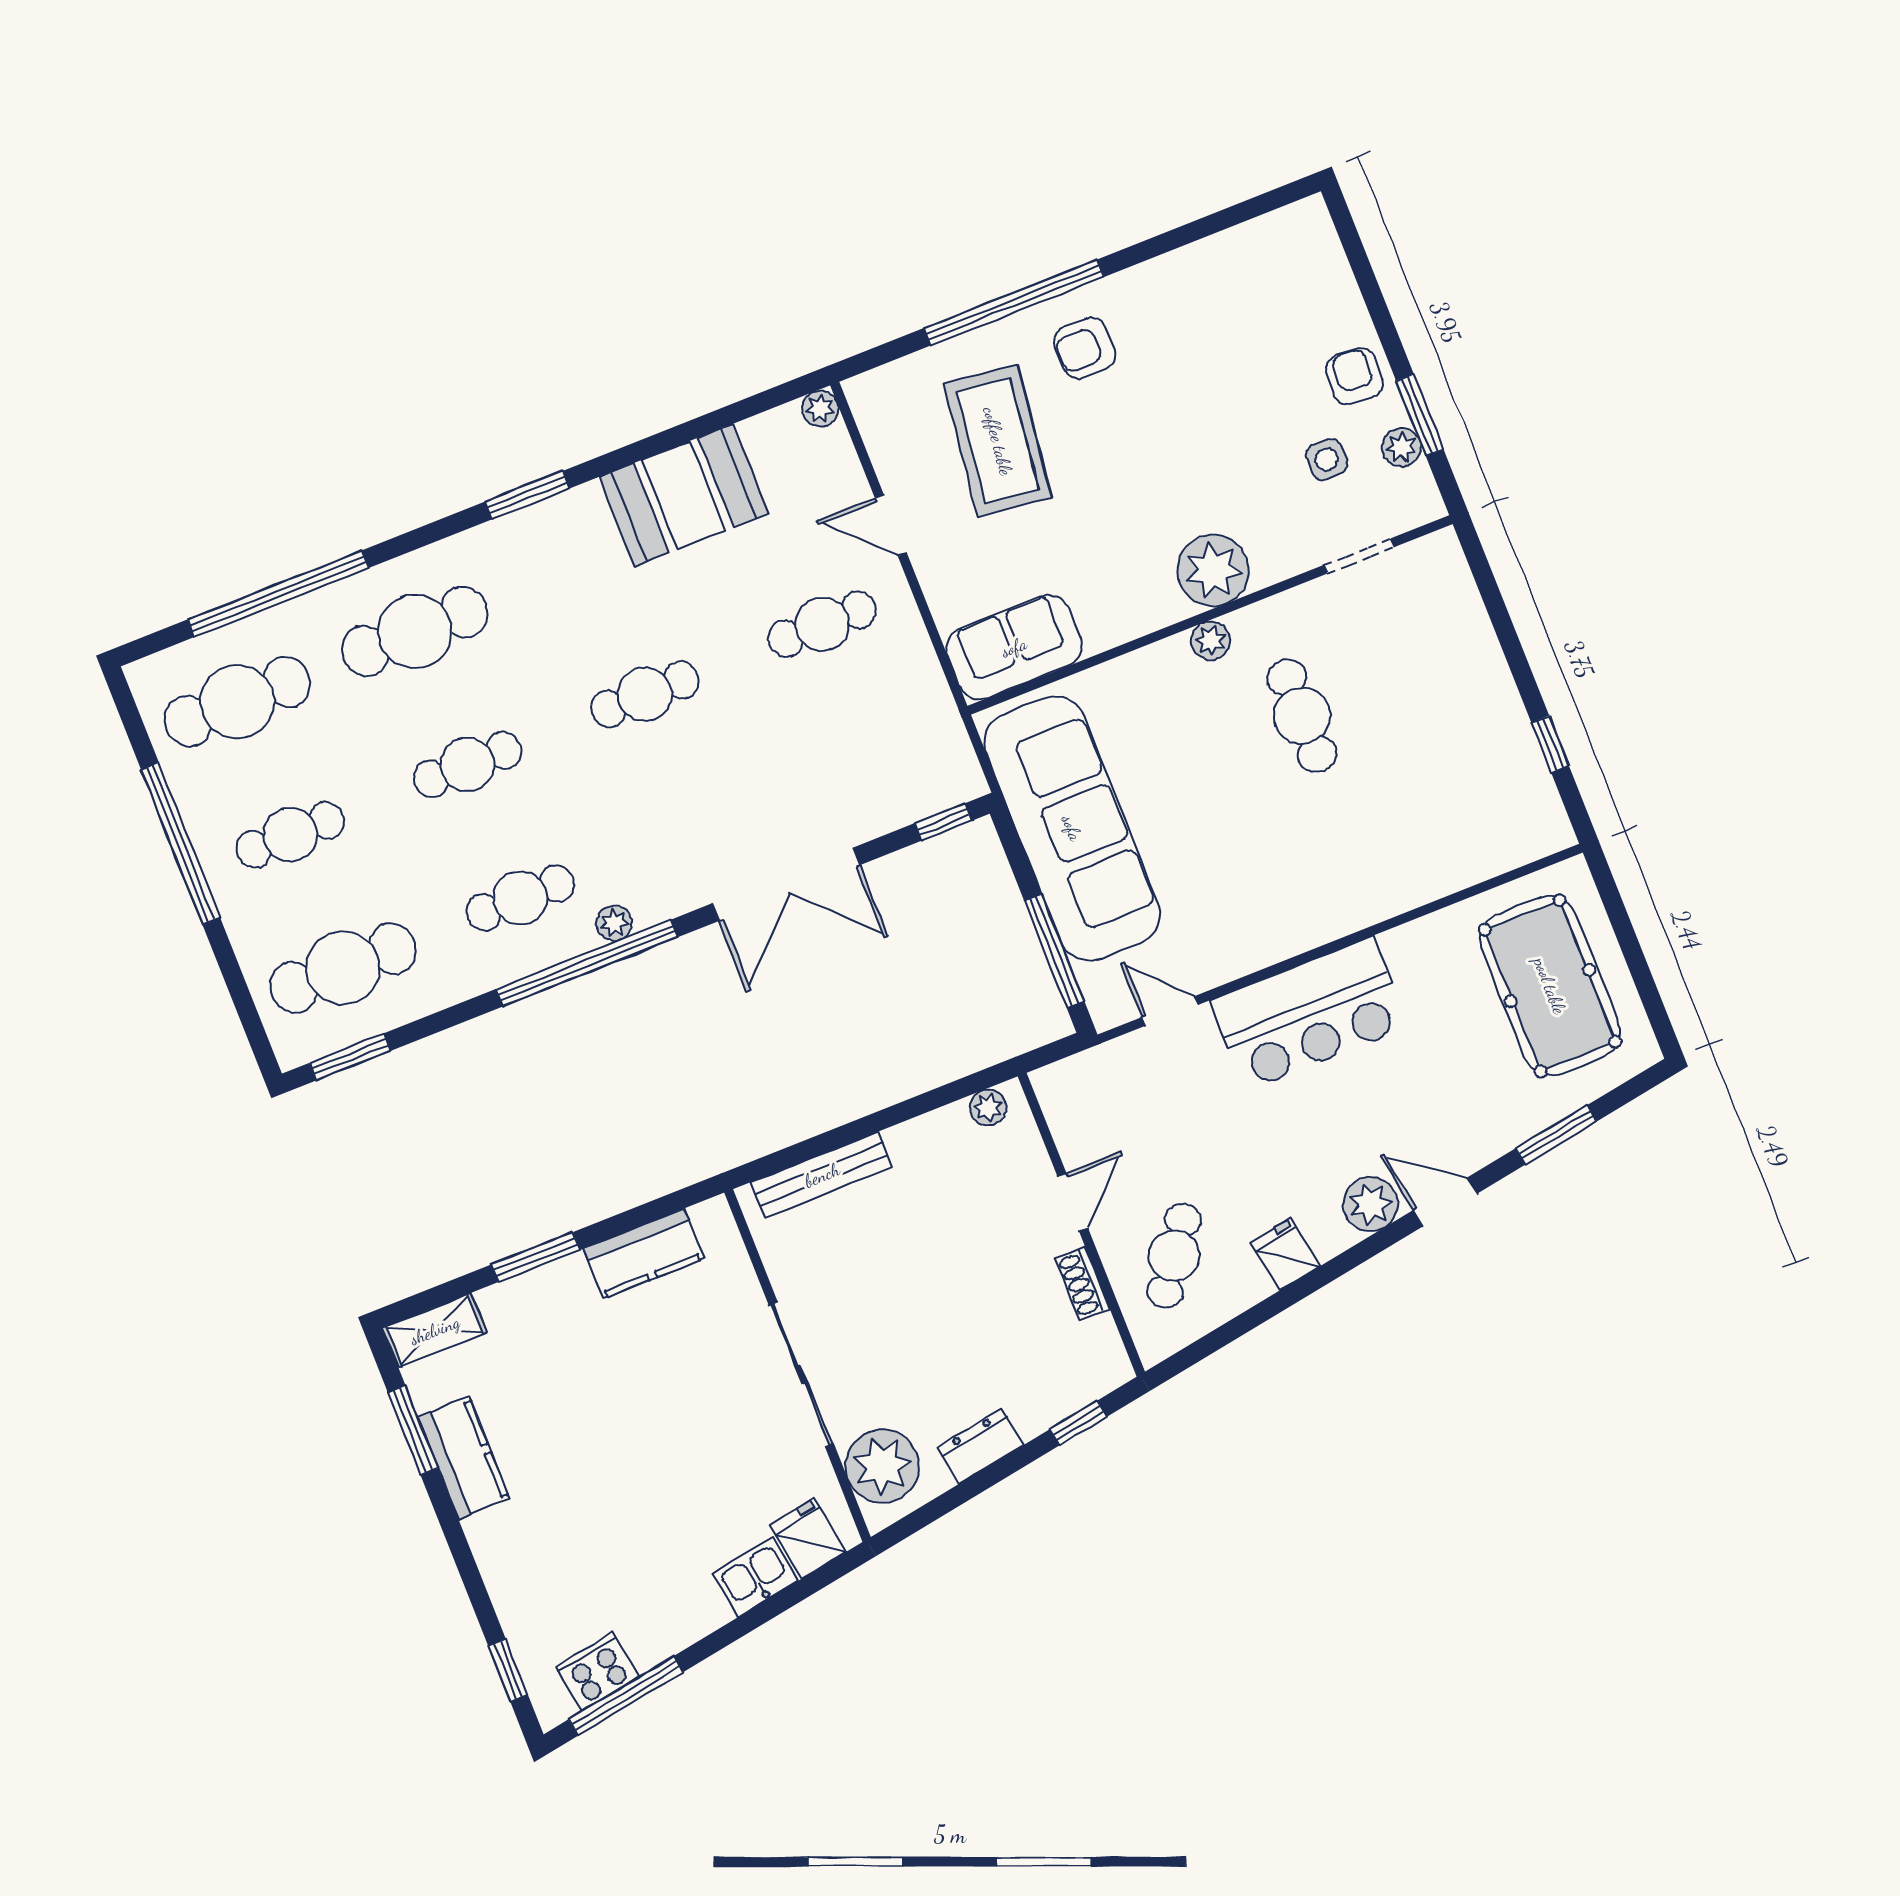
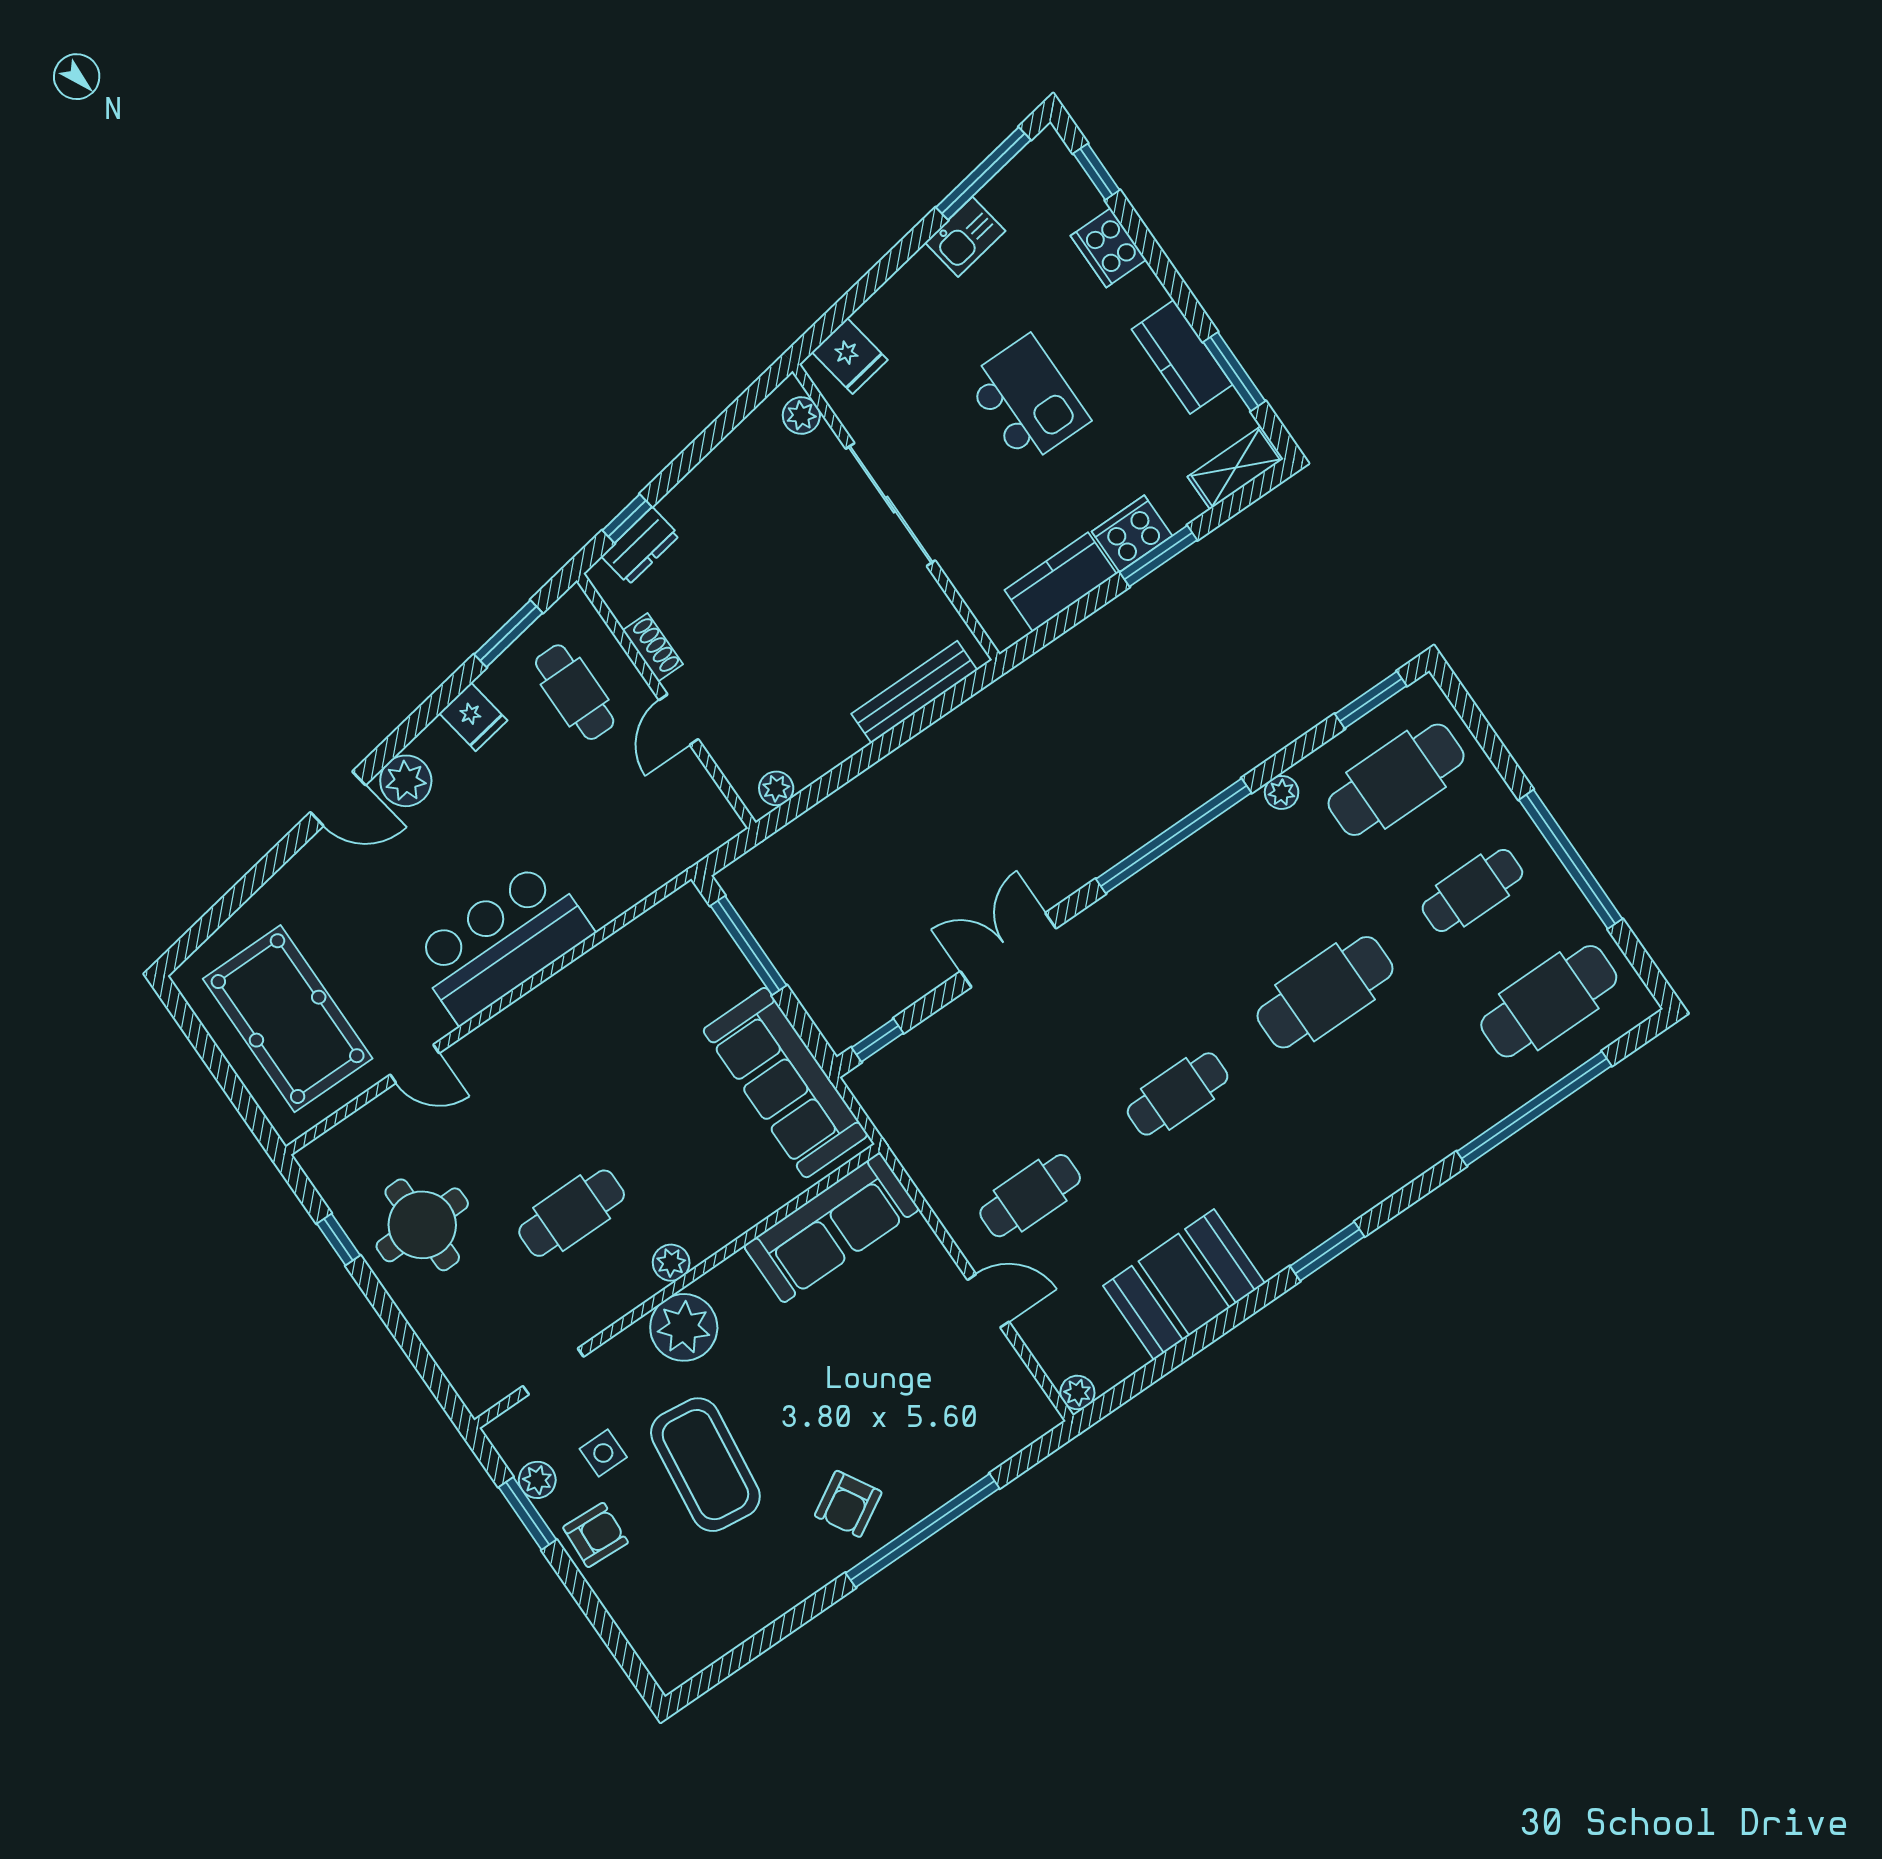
armchair: (1085, 348) -> (848, 1504), turned 150
armchair: (1354, 376) -> (596, 1535), turned -91
coffee table: (998, 441) -> (705, 1465), moved
cafe table: (415, 631) -> (1401, 1103), removed
sofa: (1014, 647) -> (831, 1228), width x1.36
cafe table: (1302, 716) -> (572, 1213), turned 90
round table: (1460, 739) -> (422, 1225), added
cafe table: (467, 765) -> (1325, 992), width x1.37, depth x1.35
sofa: (1072, 828) -> (785, 1083), width x0.74, depth x0.79
double door: (786, 884) -> (1008, 950), width x0.73
cafe table: (520, 898) -> (1249, 881), removed
plant: (614, 923) -> (1282, 792), moved
door: (1170, 1011) -> (415, 1064), moved
window: (1556, 1135) -> (508, 634), moved
cafe table: (1174, 1256) -> (575, 692), turned -36
cooker: (558, 1287) -> (1132, 534), added
dresser: (980, 1446) -> (640, 546), moved
kitchen island: (634, 1450) -> (1027, 400), added
plant: (882, 1466) -> (801, 416), width x0.53, depth x0.53
kitchen sink: (755, 1577) -> (965, 237), moved
cooker: (597, 1672) -> (1108, 248), moved, turned 99

